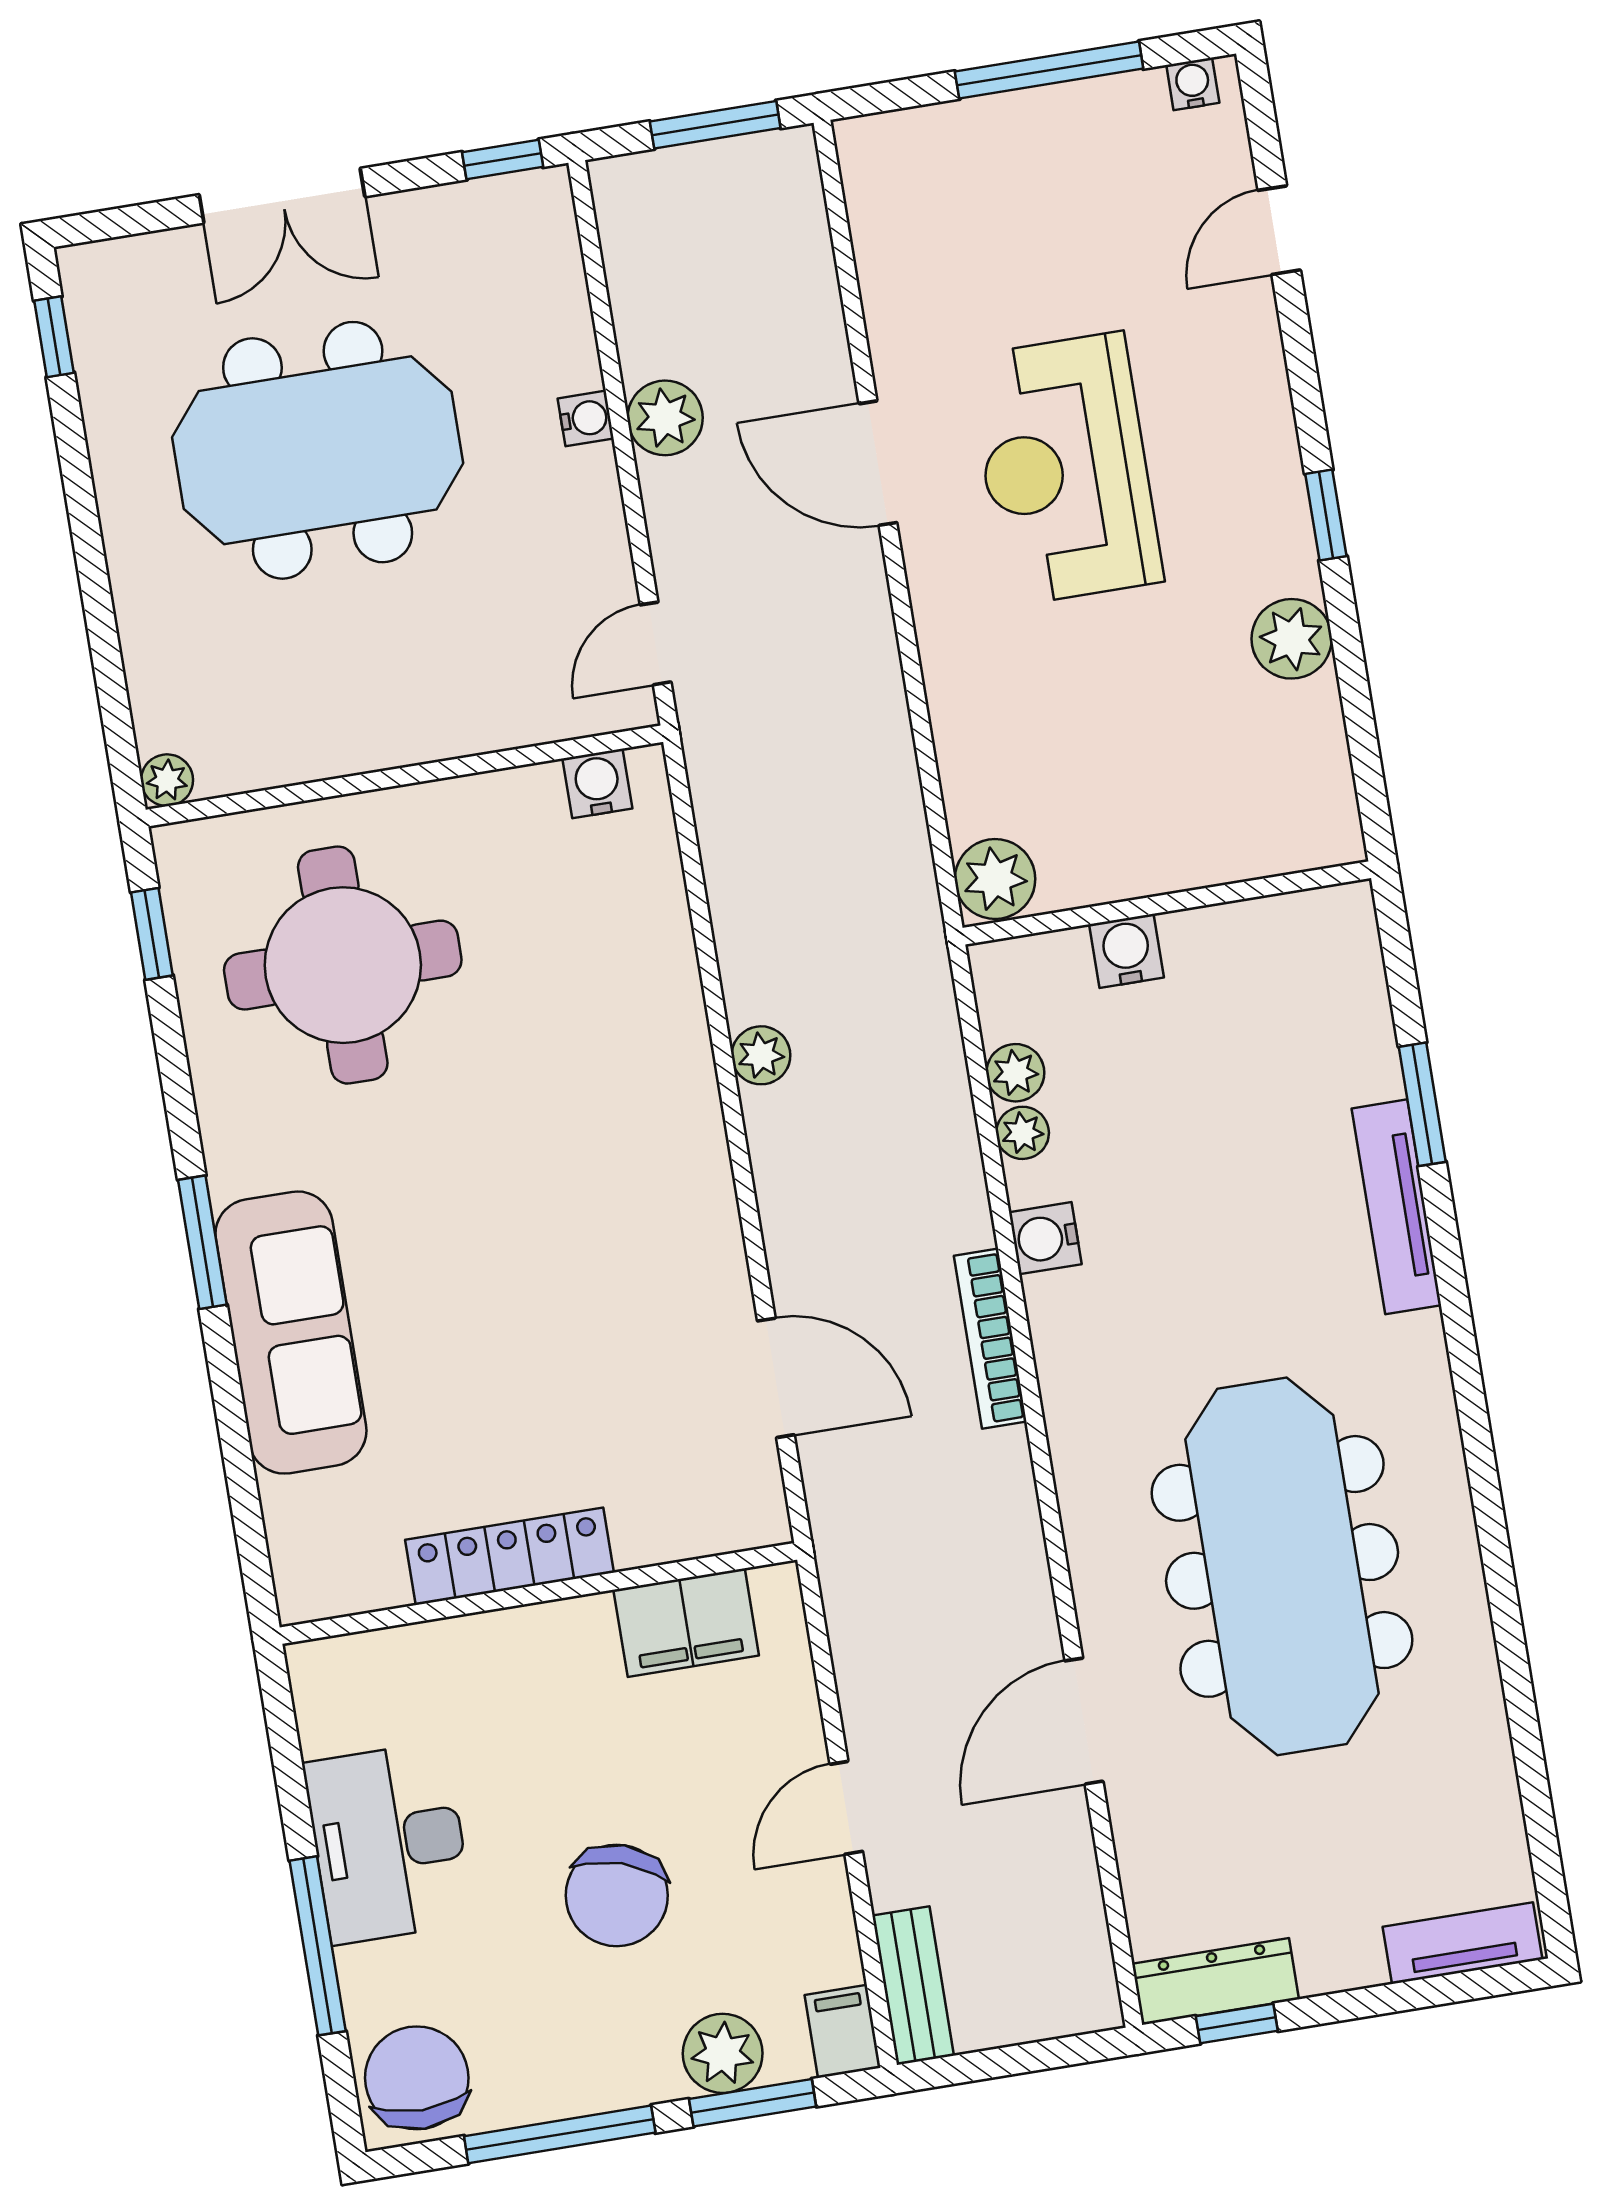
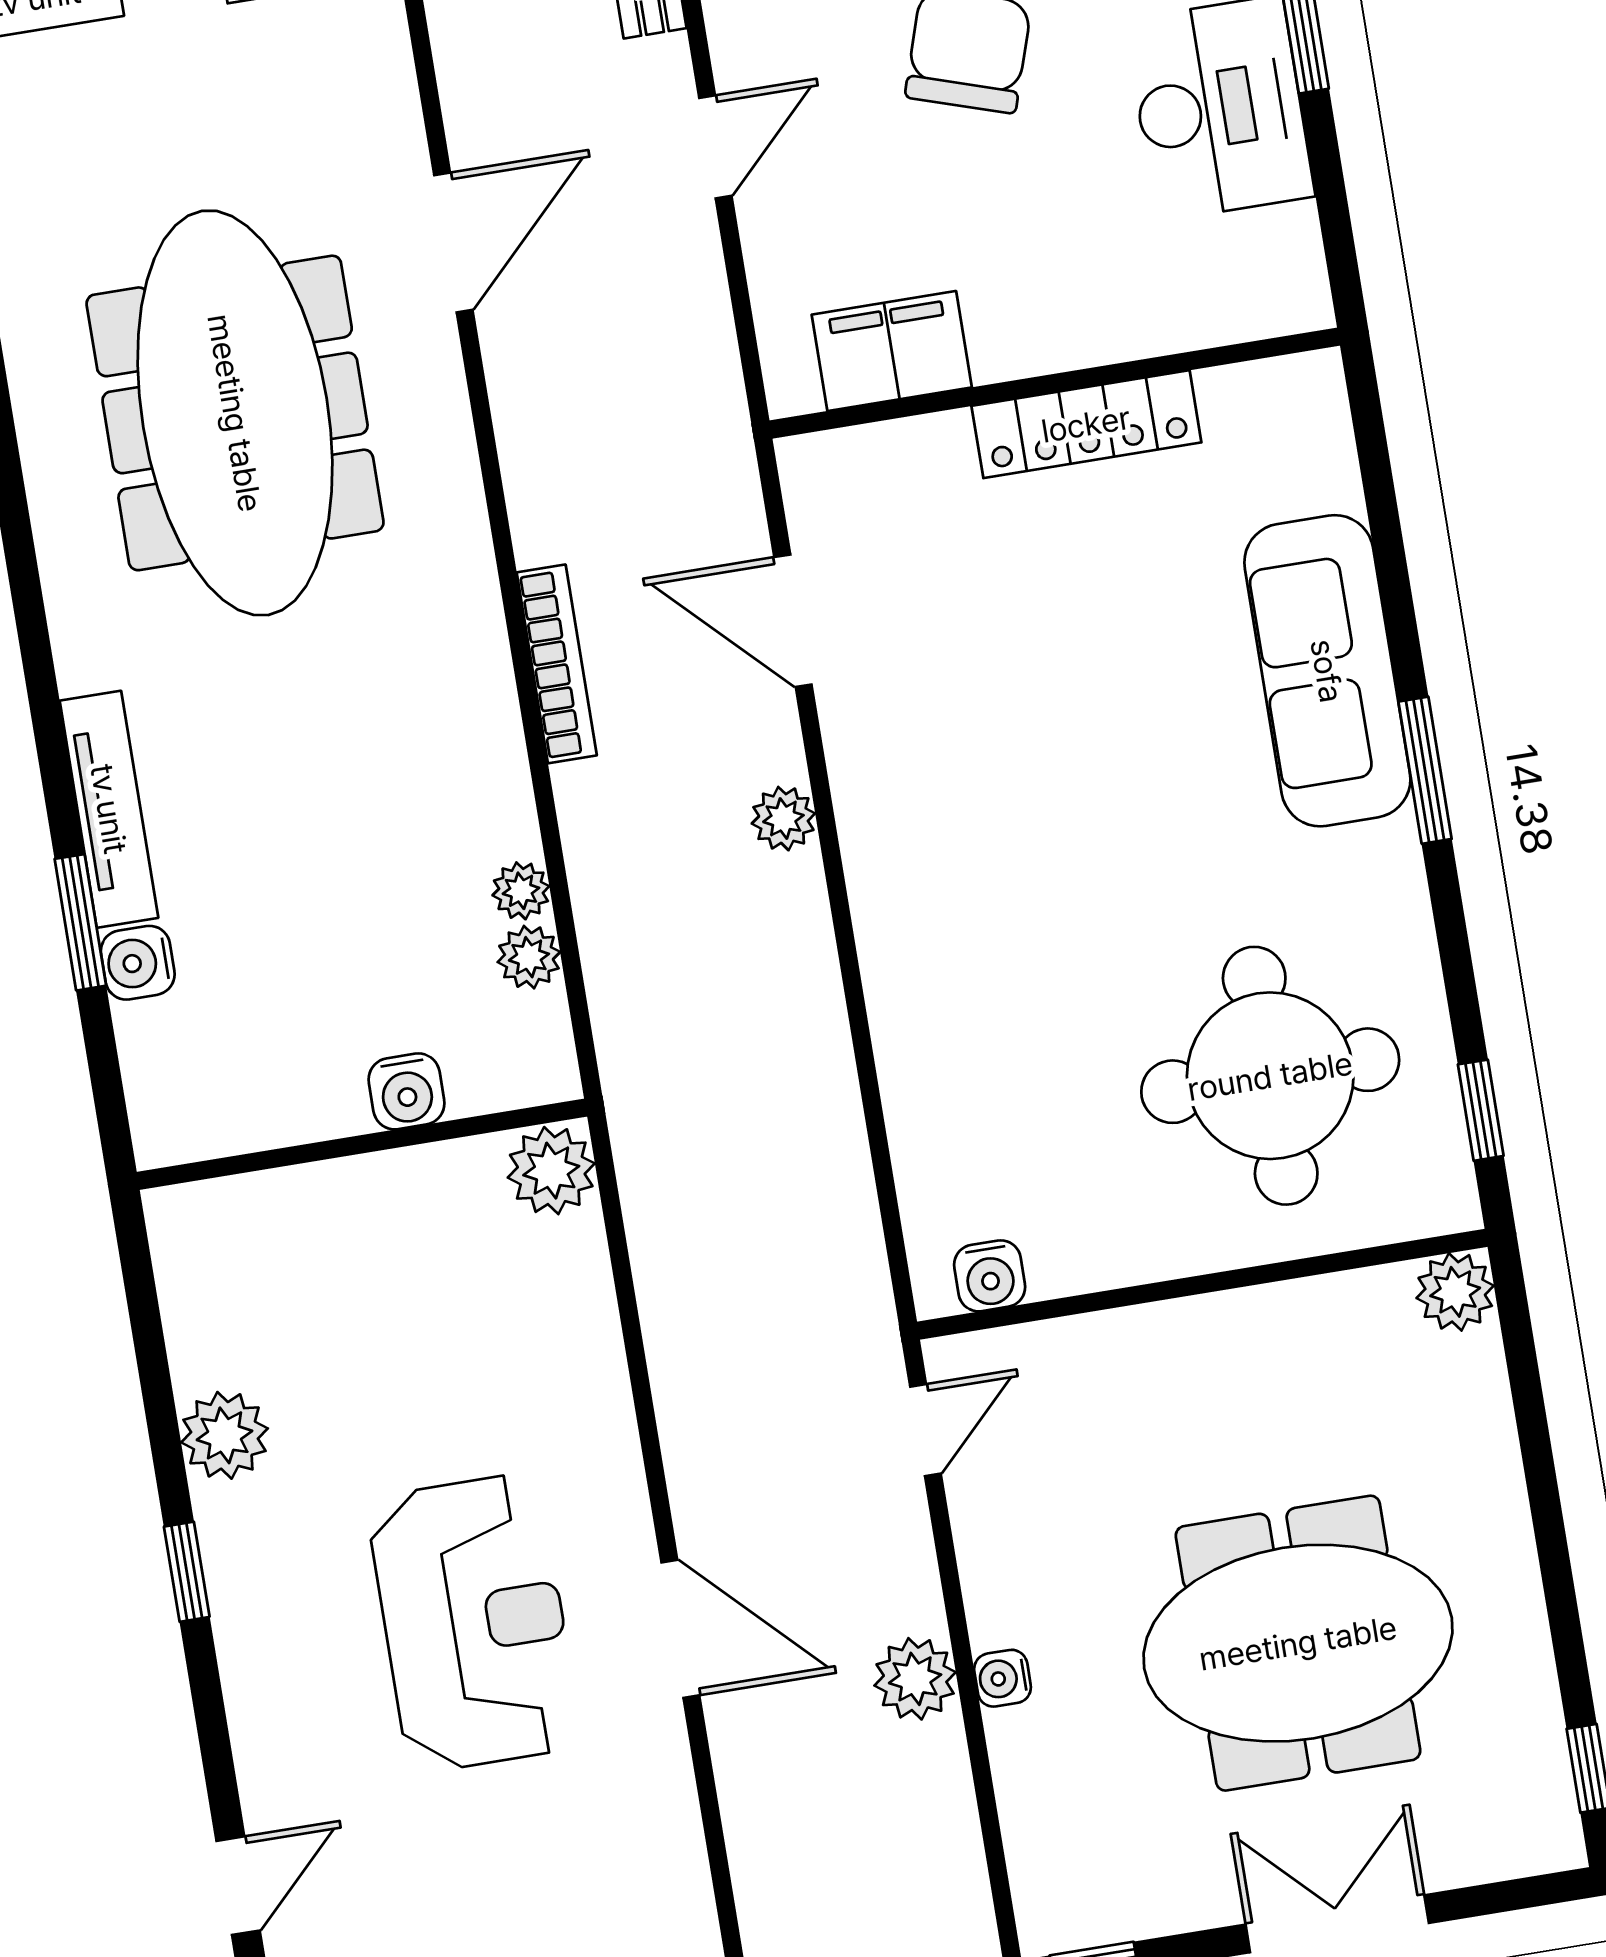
plant: (167, 780) -> (1455, 1292), width x1.38, depth x1.38
plant: (761, 1055) -> (783, 819), moved
water cooler: (1045, 1238) -> (138, 963), moved, turned 180

